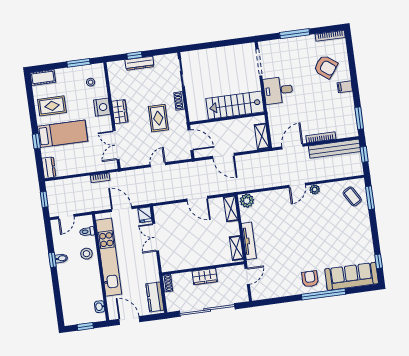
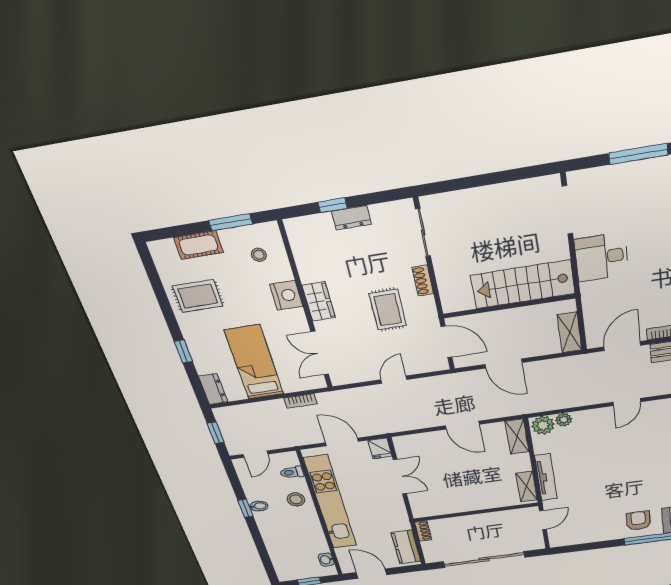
dresser: (139, 63) -> (351, 218), width x0.70
cot: (43, 77) -> (199, 245), moved
bed: (63, 134) -> (254, 362), moved, turned -90
plant: (315, 189) -> (564, 420), moved
double door: (156, 237) -> (400, 477), swing flipped
wardrobe: (205, 276) -> (479, 522), removed

